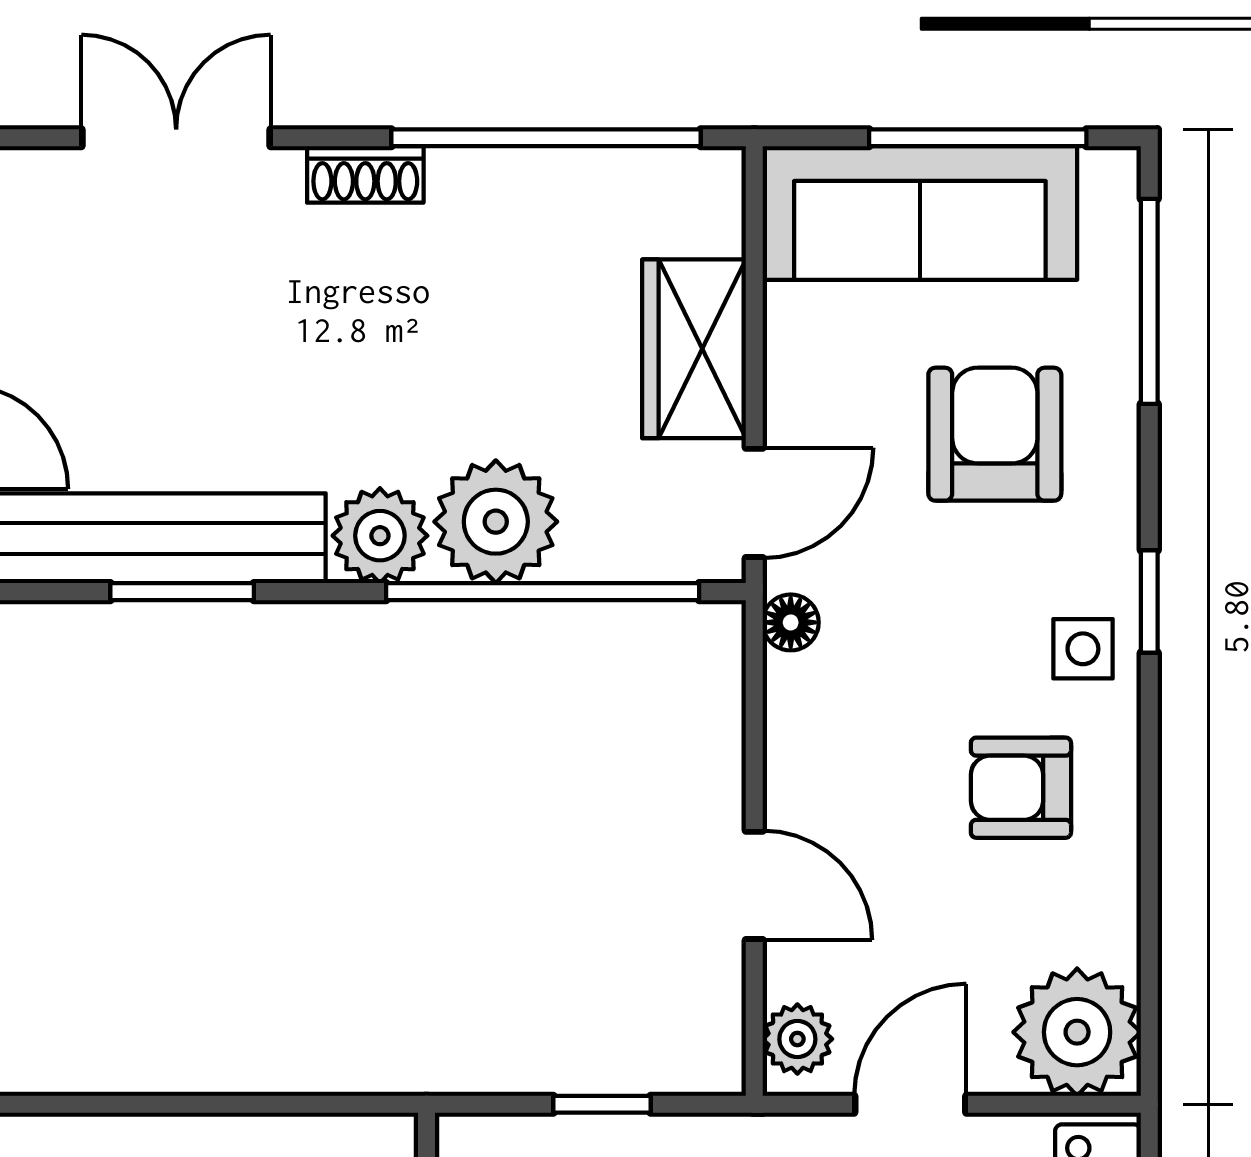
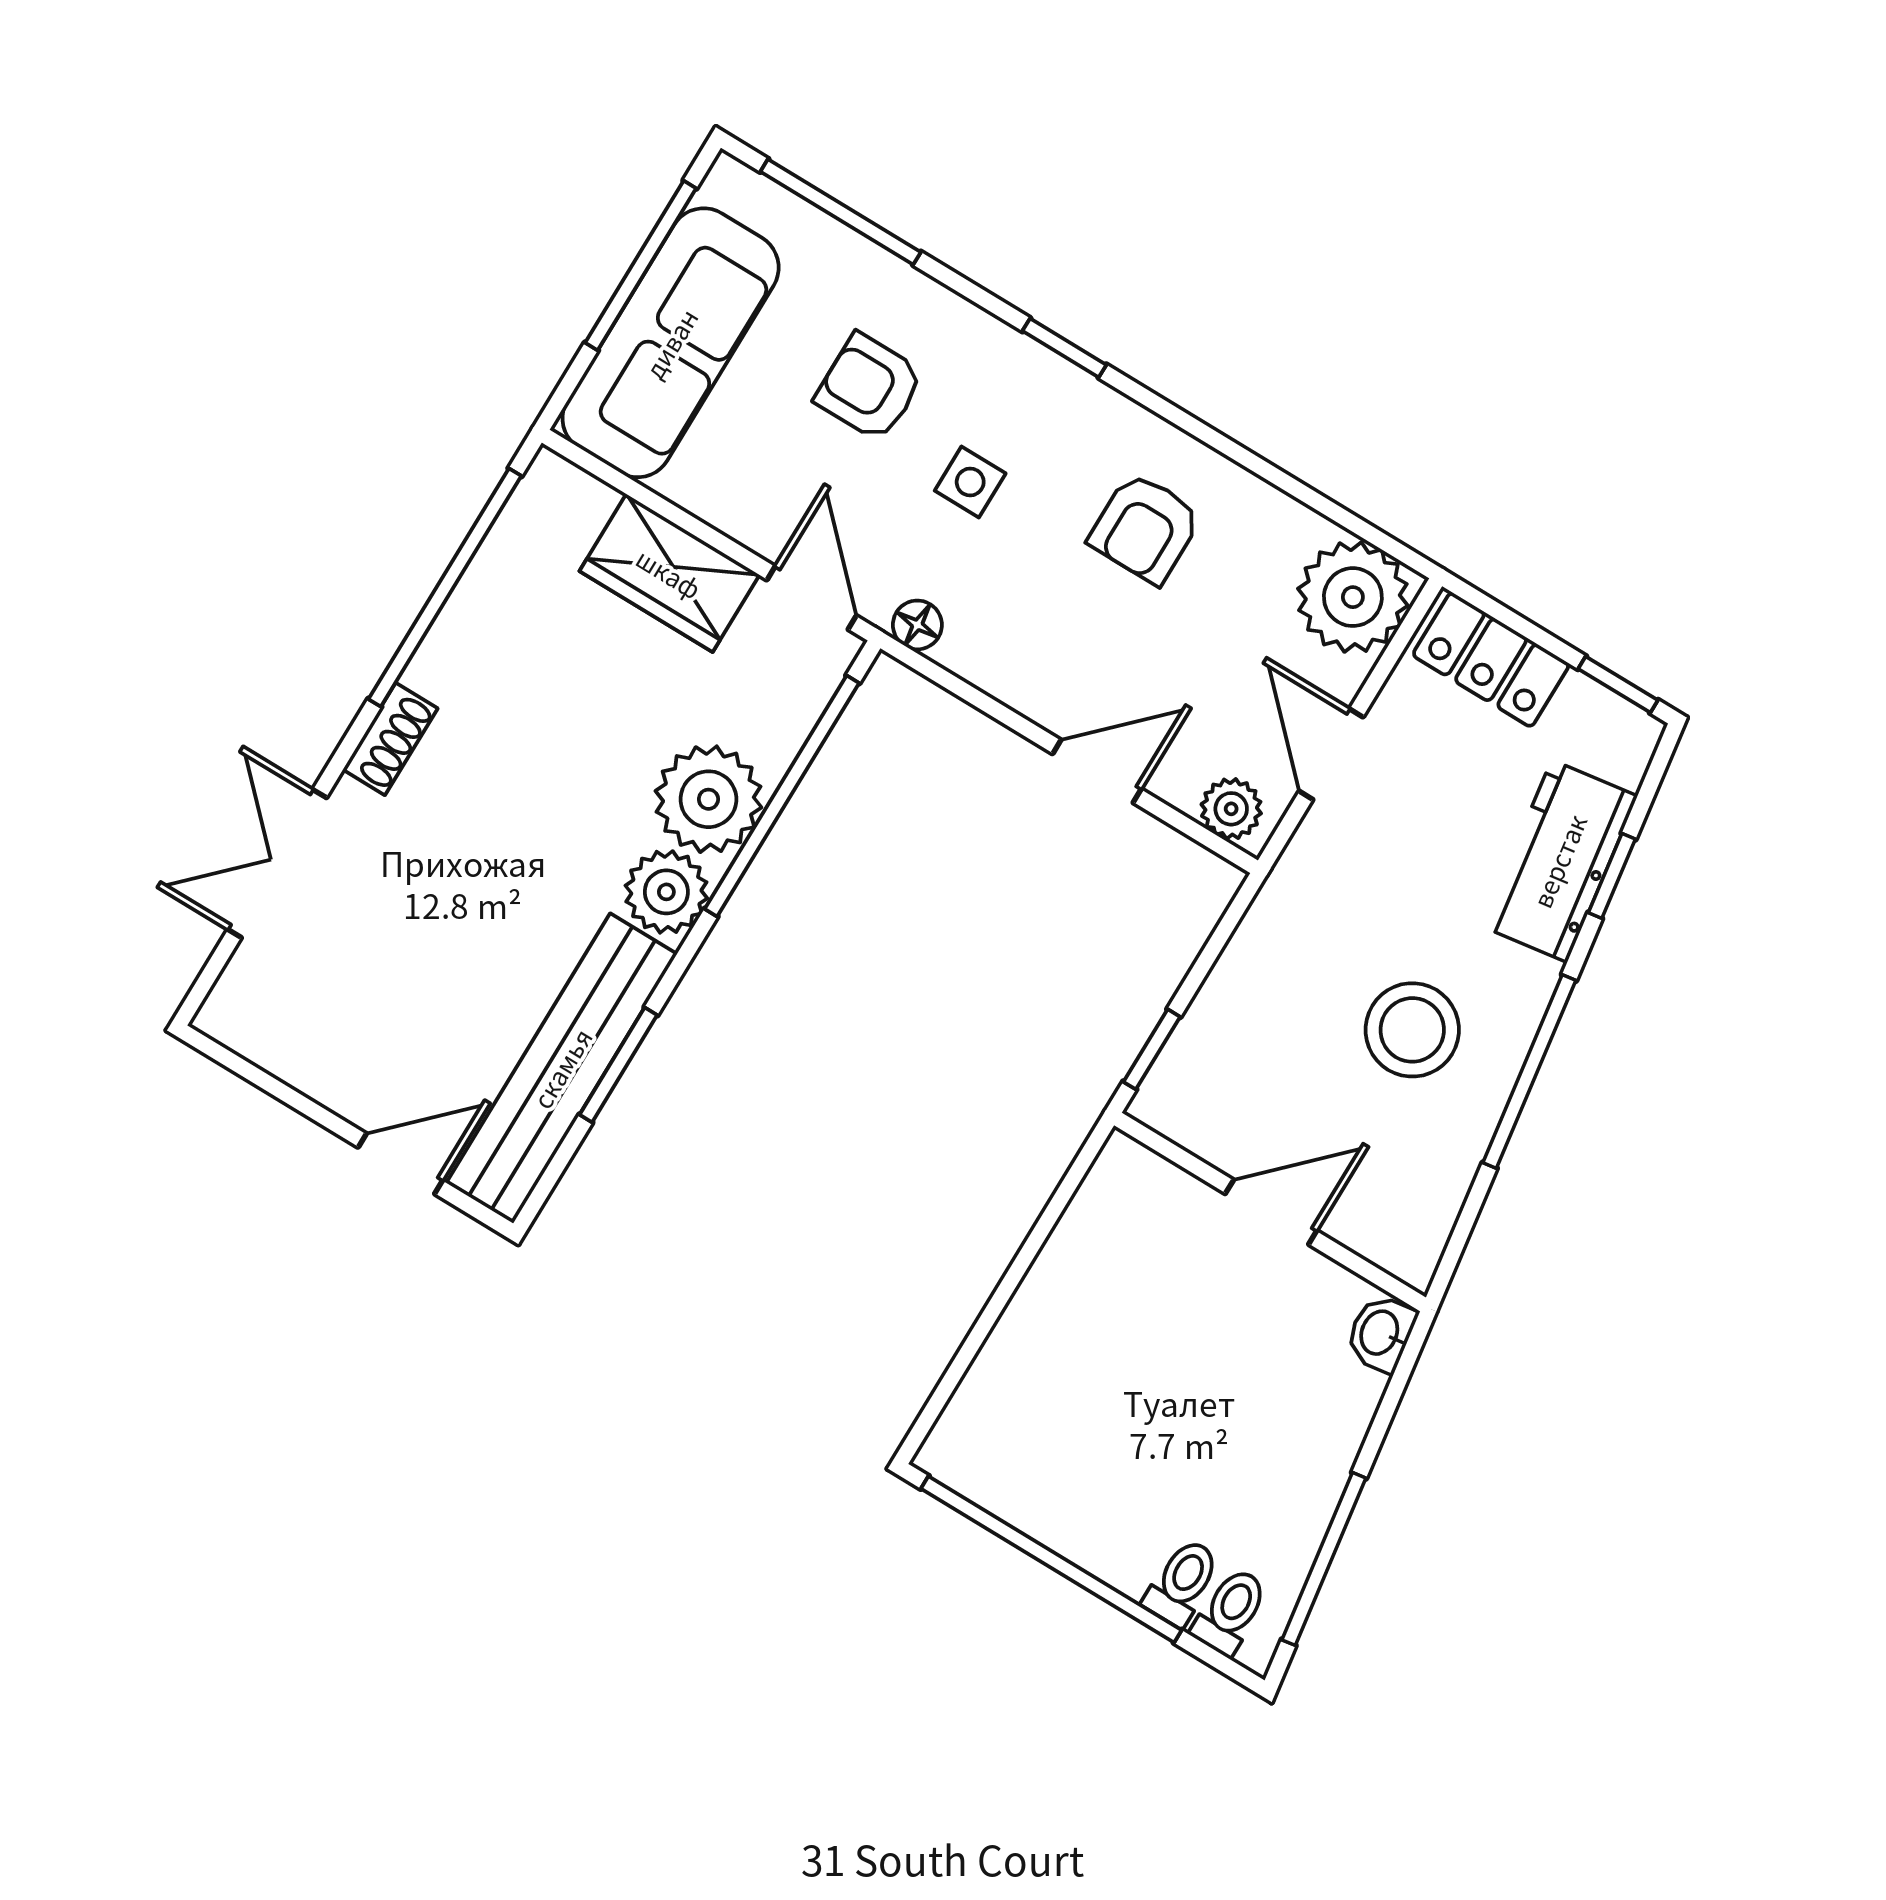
armchair: (995, 434) -> (870, 387), width x0.72, depth x0.72
side table: (1083, 649) -> (970, 482), moved
window: (602, 1104) -> (1152, 1049), moved

